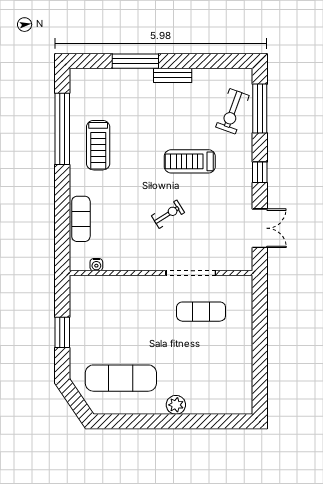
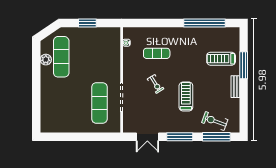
treadmill: (98, 145) -> (221, 59), moved
window: (260, 172) -> (180, 137), width x2.17
exercise mat: (81, 219) -> (157, 53), moved
exercise mat: (201, 312) -> (99, 103), width x1.36, depth x1.45
plant: (176, 405) -> (46, 60), moved

